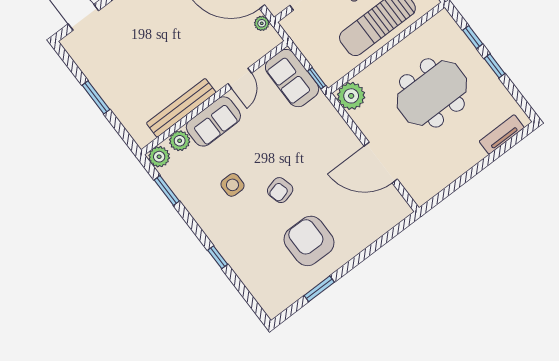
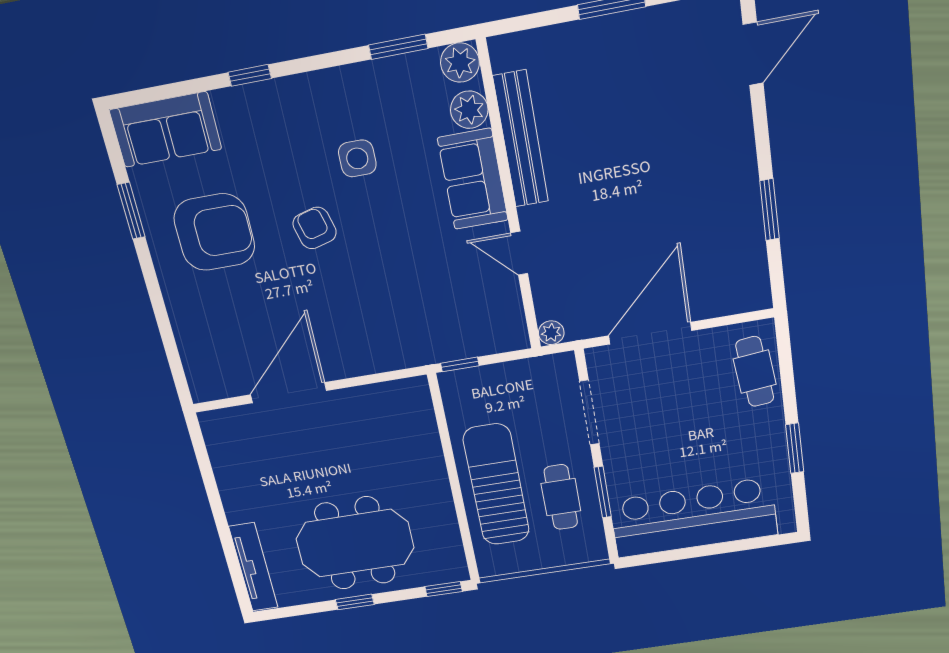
plant: (262, 23) -> (551, 333), moved
window: (473, 37) -> (444, 589), moved
sofa: (292, 78) -> (166, 130), moved, turned 180
meeting table: (432, 93) -> (355, 543), moved, turned 90
plant: (351, 96) -> (409, 399), removed
tv unit: (502, 134) -> (253, 567), width x1.41

